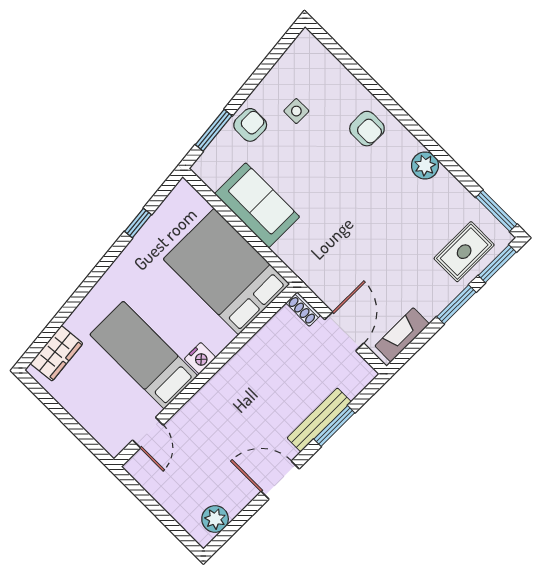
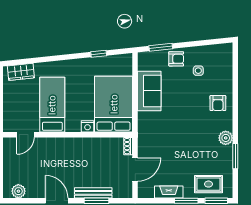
window: (496, 211) -> (235, 156), moved
fireplace: (402, 335) -> (169, 192), moved
nightstand: (200, 358) -> (87, 126), moved

